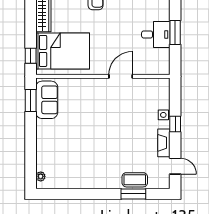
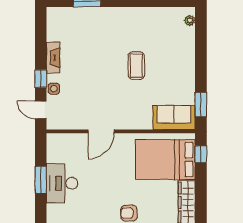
desk: (156, 34) -> (62, 183), width x1.37
sofa: (47, 100) -> (174, 117), moved, turned 90
door: (175, 166) -> (41, 110), moved
coffee table: (135, 180) -> (136, 66), moved, turned 90

